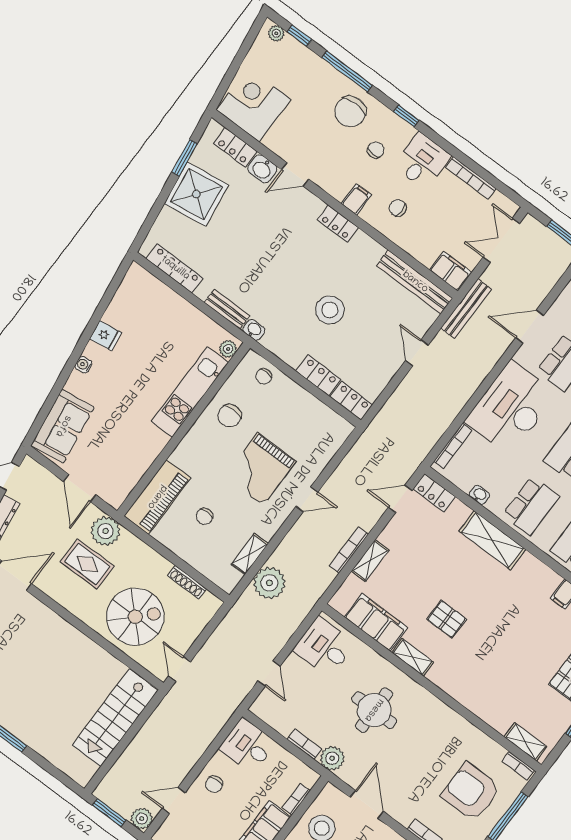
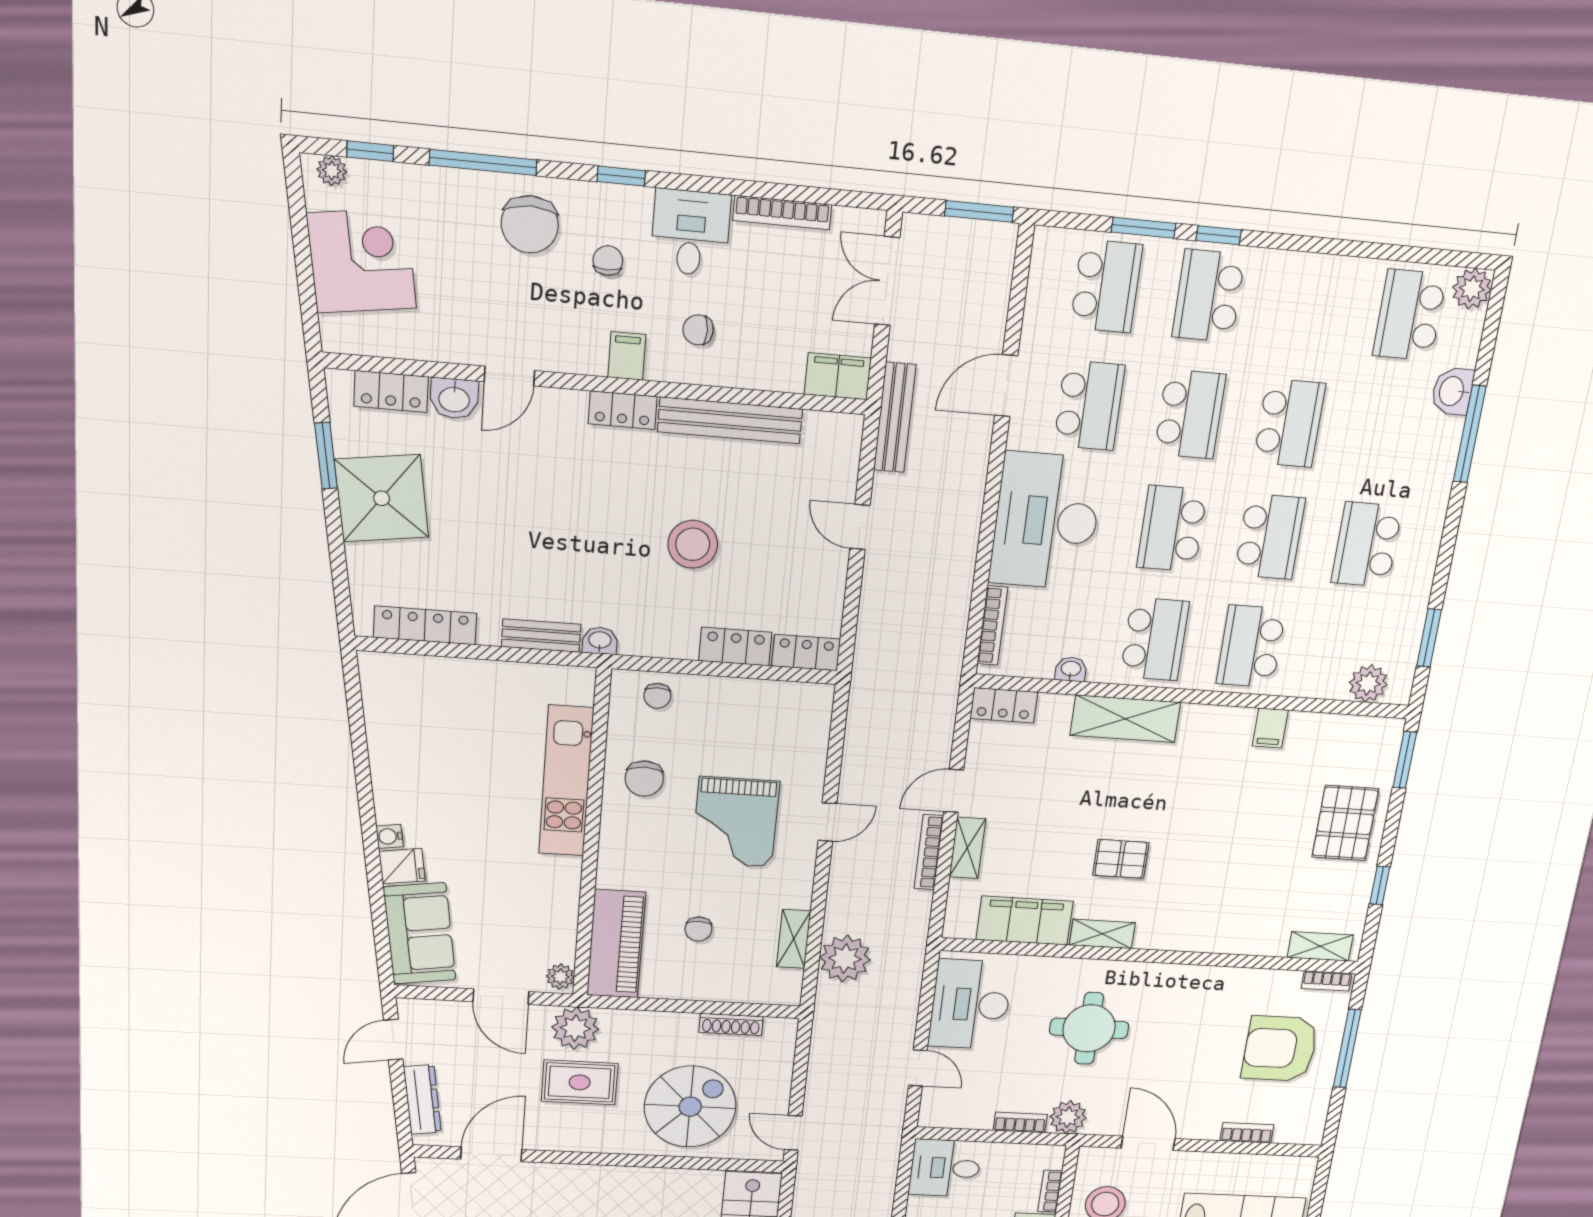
corner desk: (254, 105) -> (362, 261), moved, turned 82
bench: (415, 282) -> (730, 420), moved
fridge: (106, 336) -> (402, 866), moved
plant: (228, 349) -> (560, 977), moved
door: (400, 499) -> (954, 791), moved
desk: (324, 647) -> (970, 1004), width x1.37

